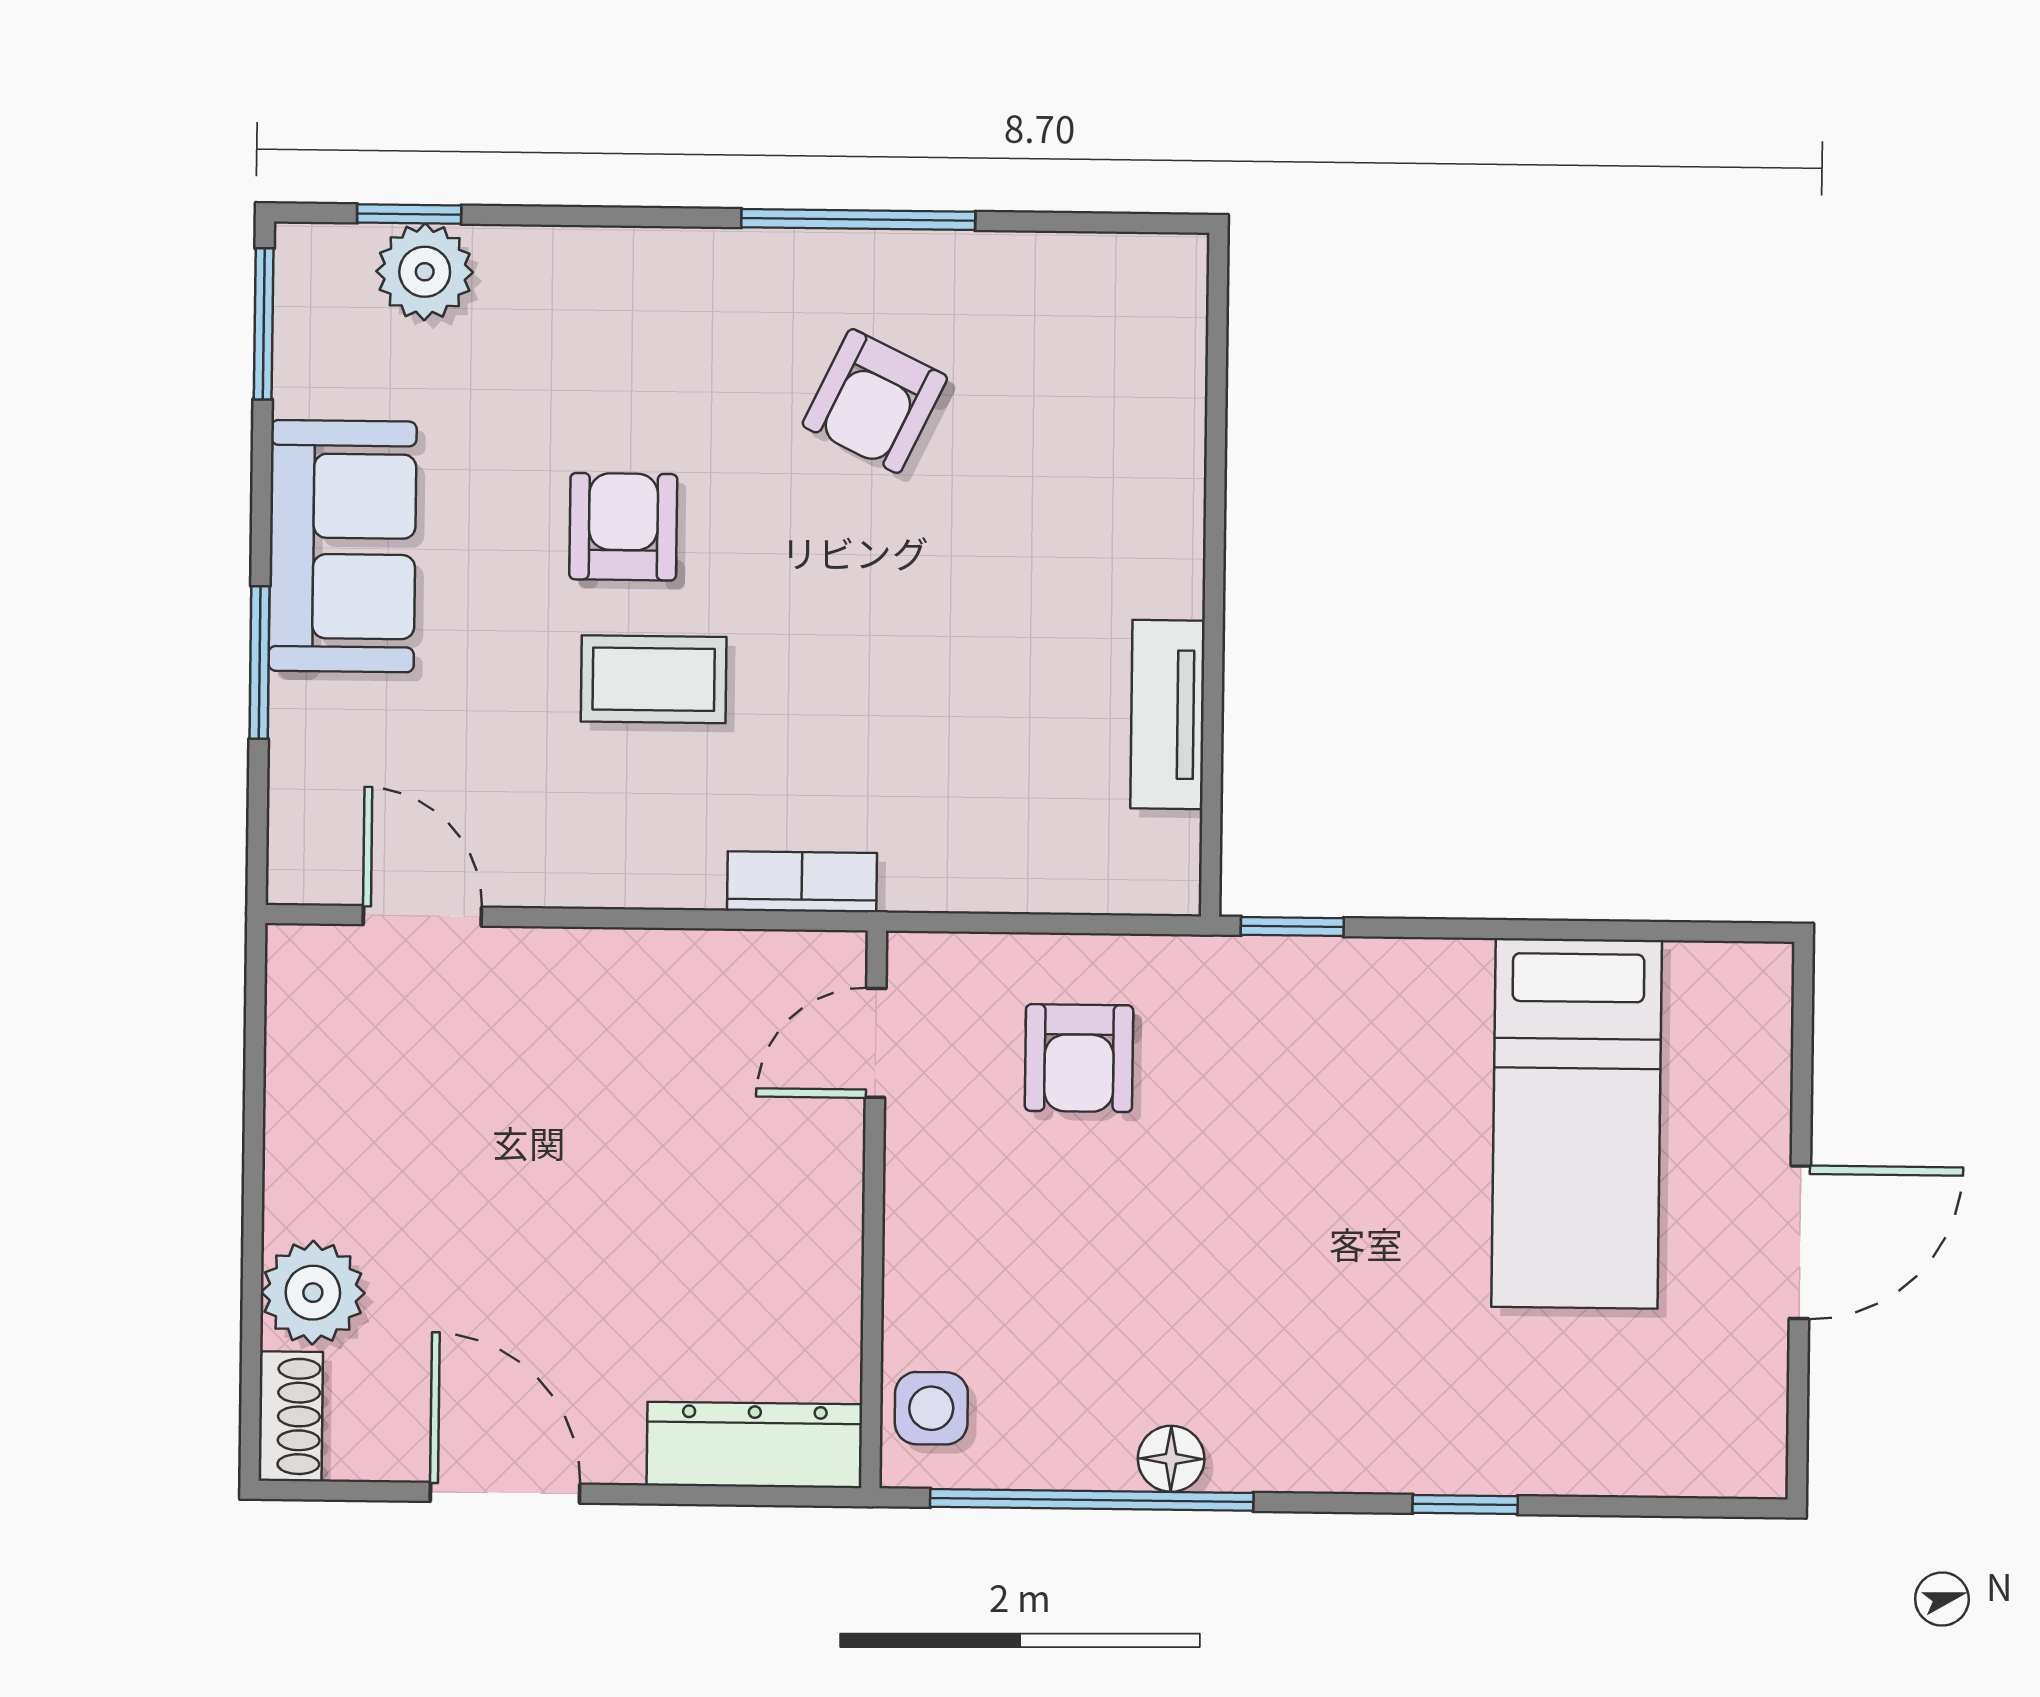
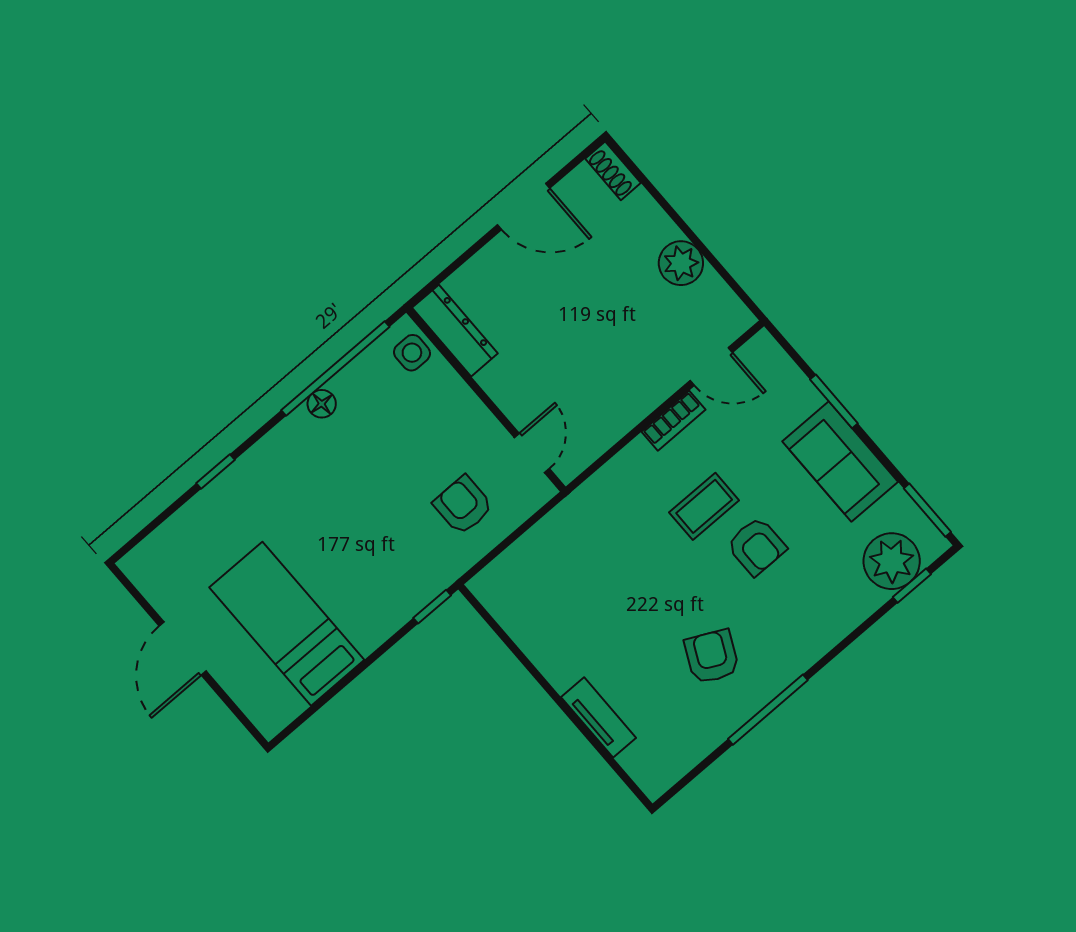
plant: (425, 272) -> (892, 561), width x1.36, depth x1.36
tv unit: (1167, 715) -> (599, 717), moved
bookcase: (802, 882) -> (674, 421), moved
plant: (313, 1293) -> (681, 263), moved
dresser: (754, 1445) -> (455, 331), moved, turned -90

